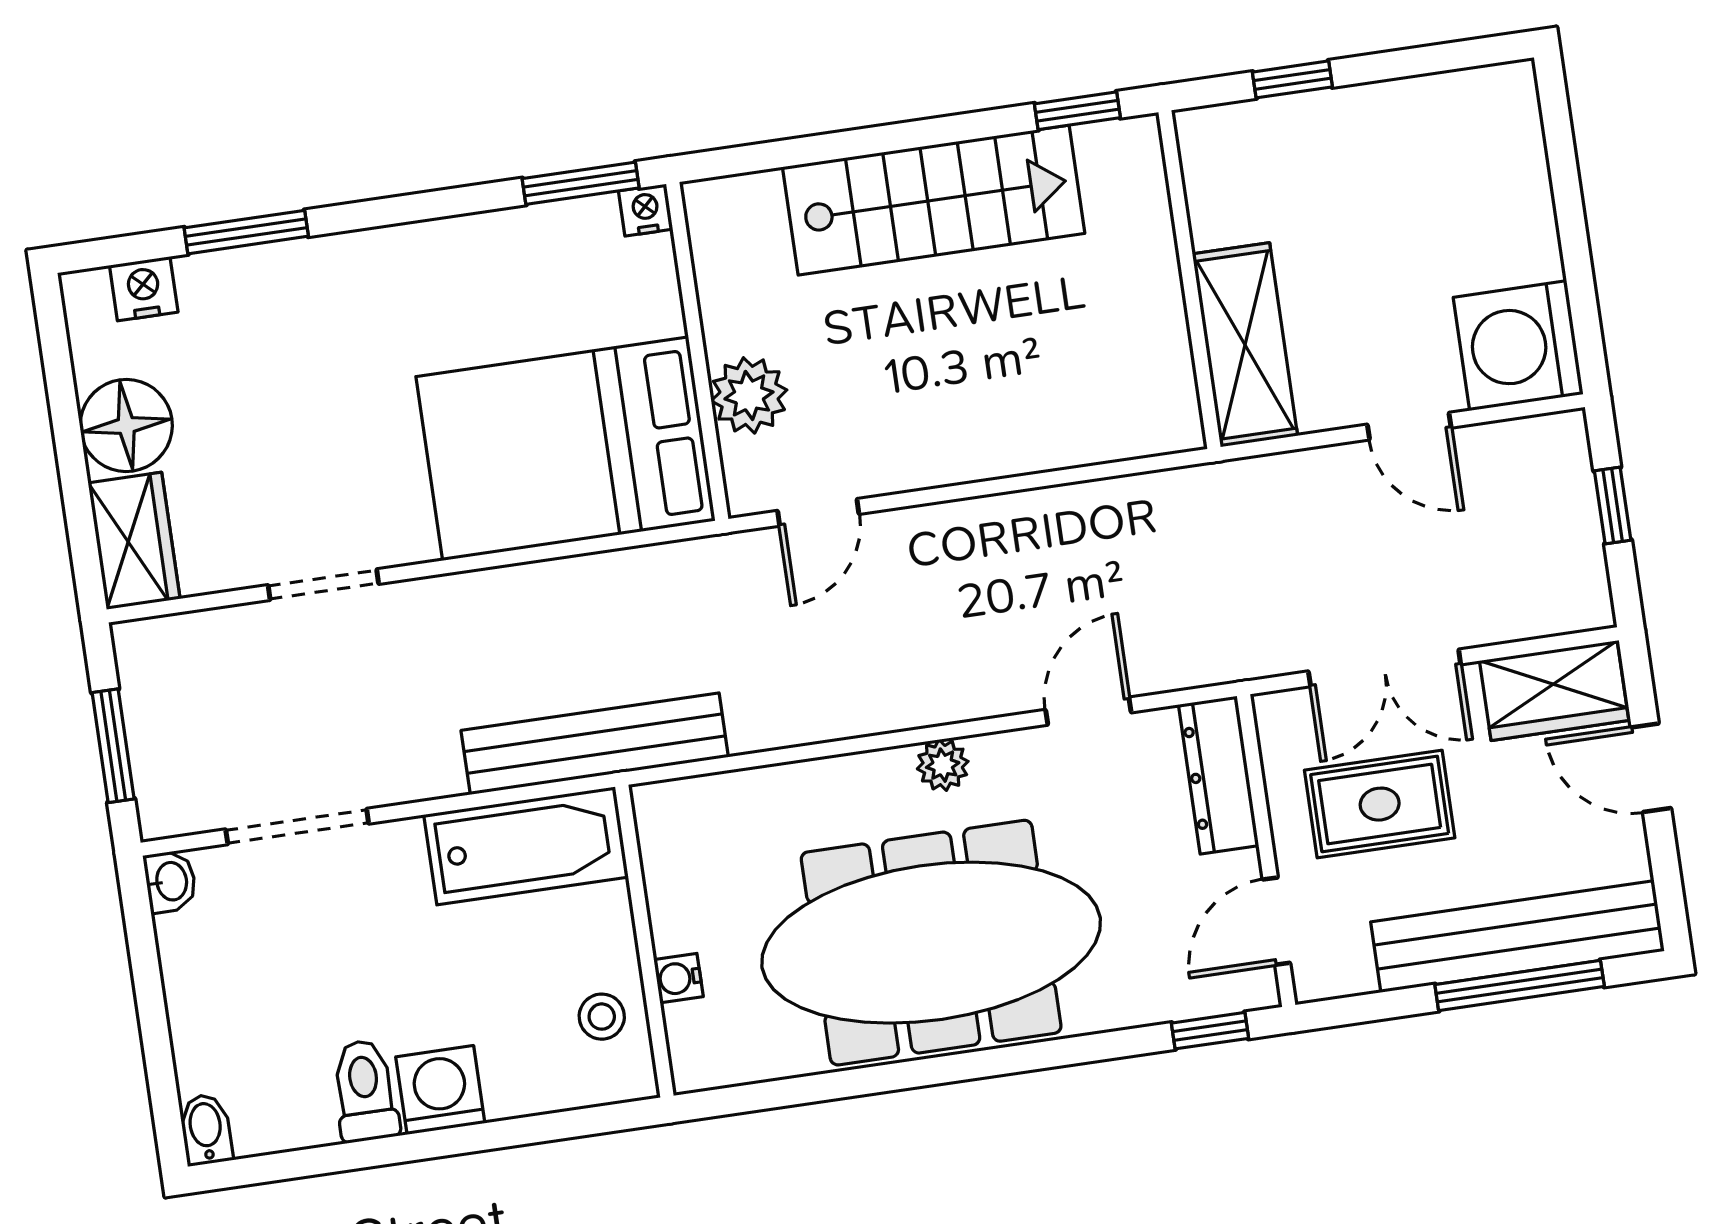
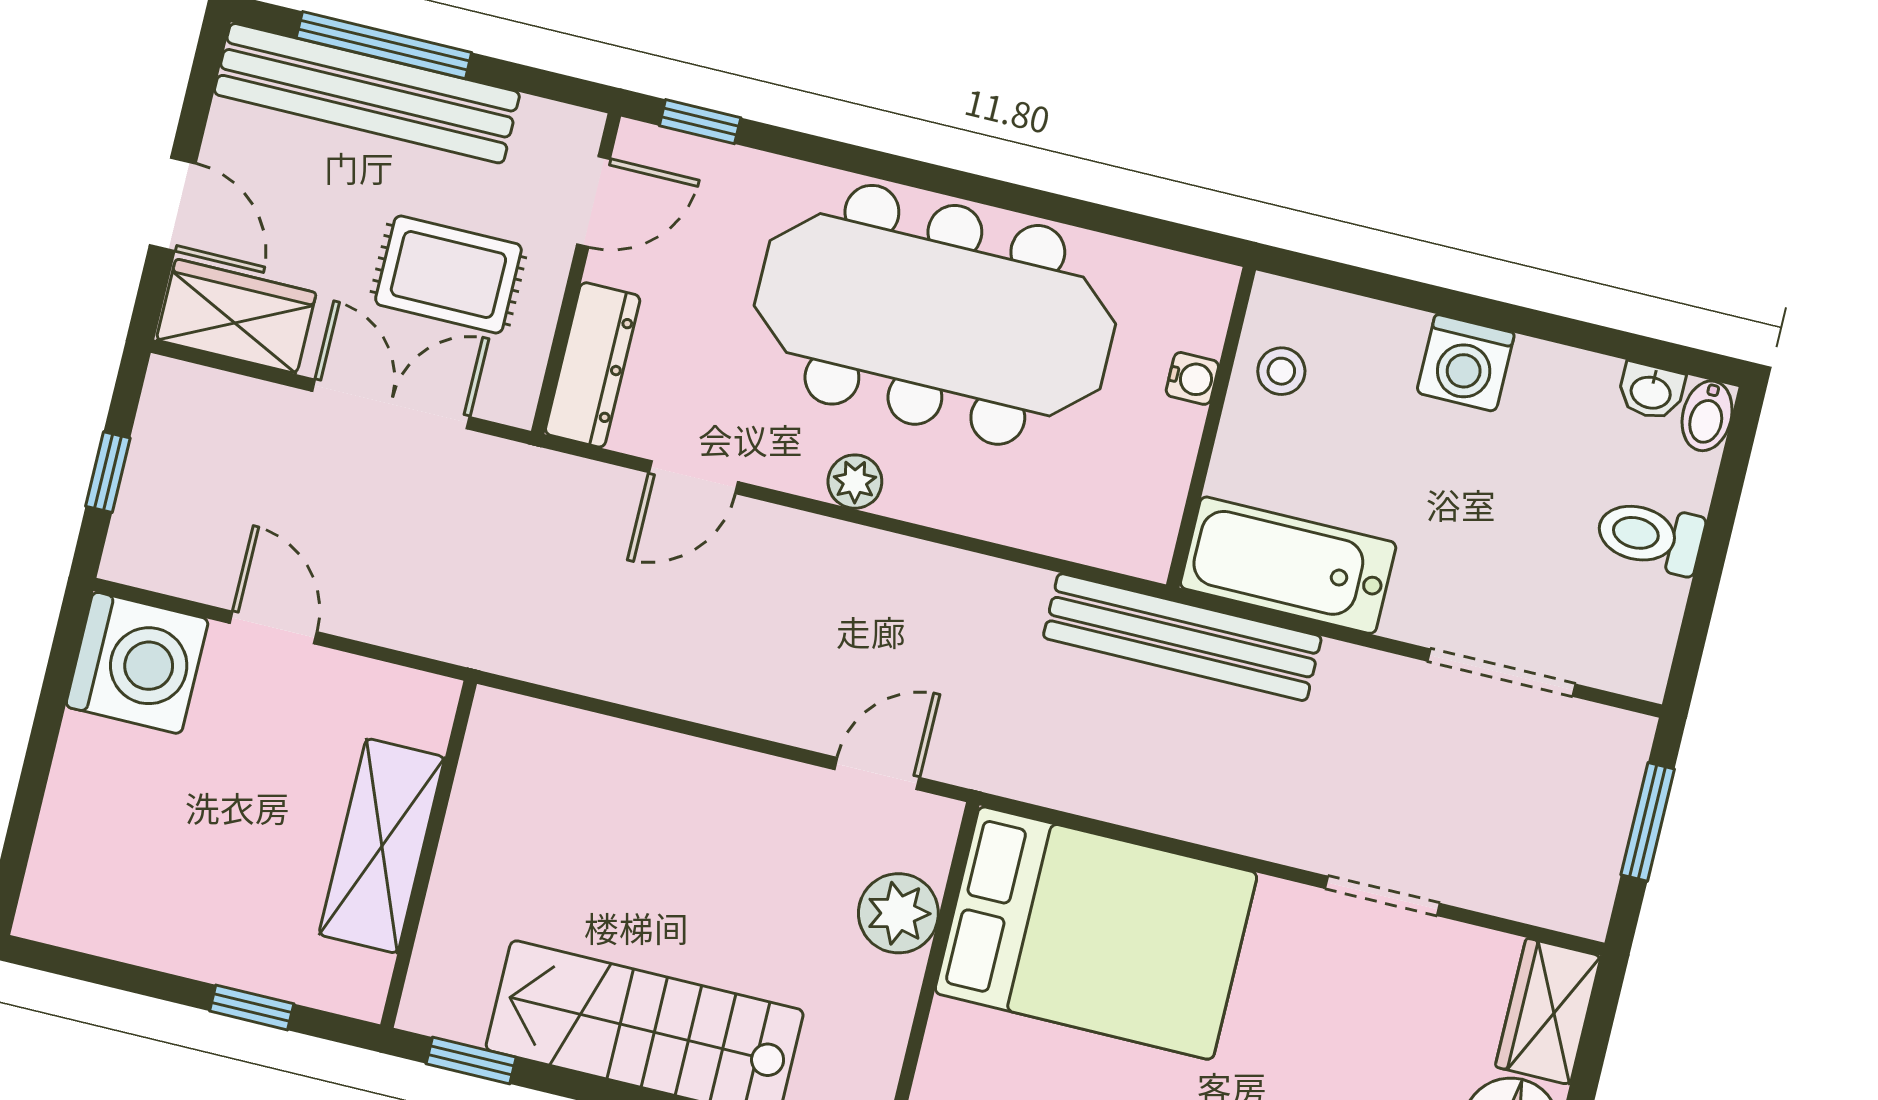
shelving: (1245, 345) -> (382, 846), moved
washbasin: (170, 881) -> (1651, 391), moved, turned -90
toilet: (365, 1091) -> (1650, 536), moved, turned 90

